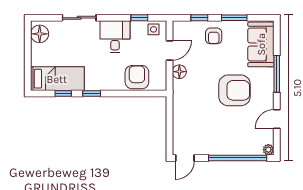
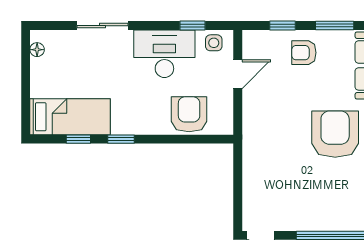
floor lamp: (40, 34) -> (37, 50), width x0.53, depth x0.53
armchair: (214, 36) -> (304, 53), turned 90
desk: (115, 37) -> (164, 54), width x1.37
floor lamp: (179, 72) -> (252, 106), removed
armchair: (234, 90) -> (335, 134), turned -90

